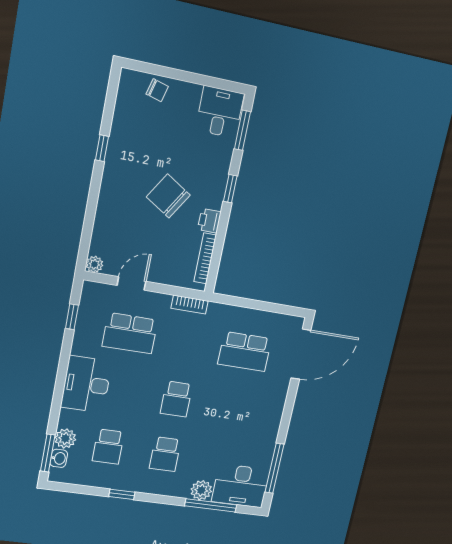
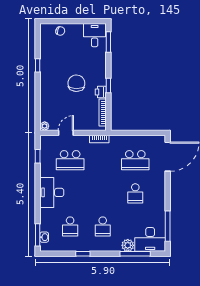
window: (230, 189) -> (108, 86), moved
chair: (168, 196) -> (76, 83), turned 60
school desk: (176, 399) -> (135, 193), moved
plant: (65, 438) -> (46, 225), removed

